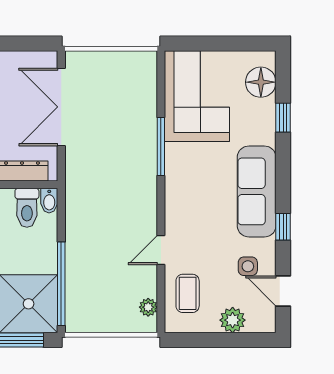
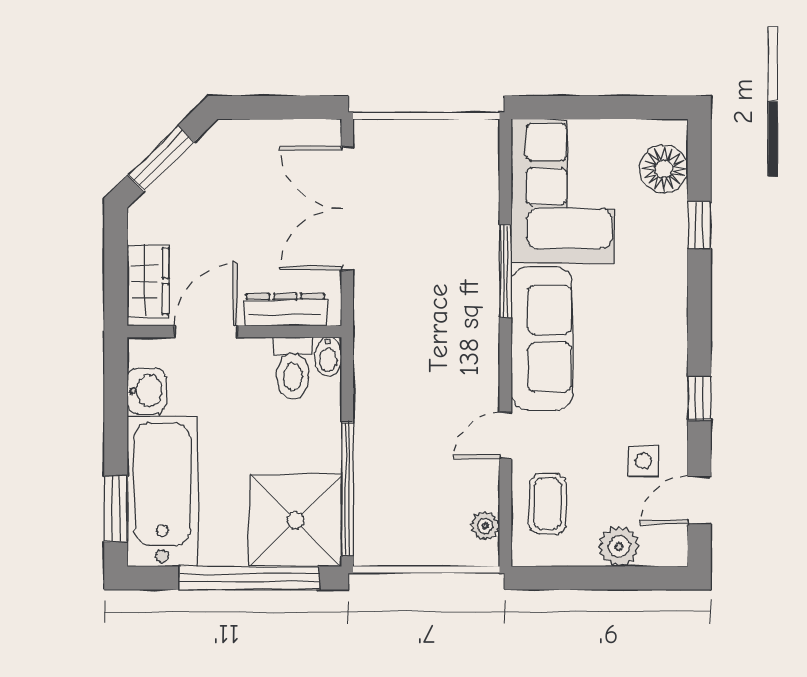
sofa: (257, 191) -> (542, 339), moved, turned 180
door: (283, 291) -> (699, 500), hinge flipped

